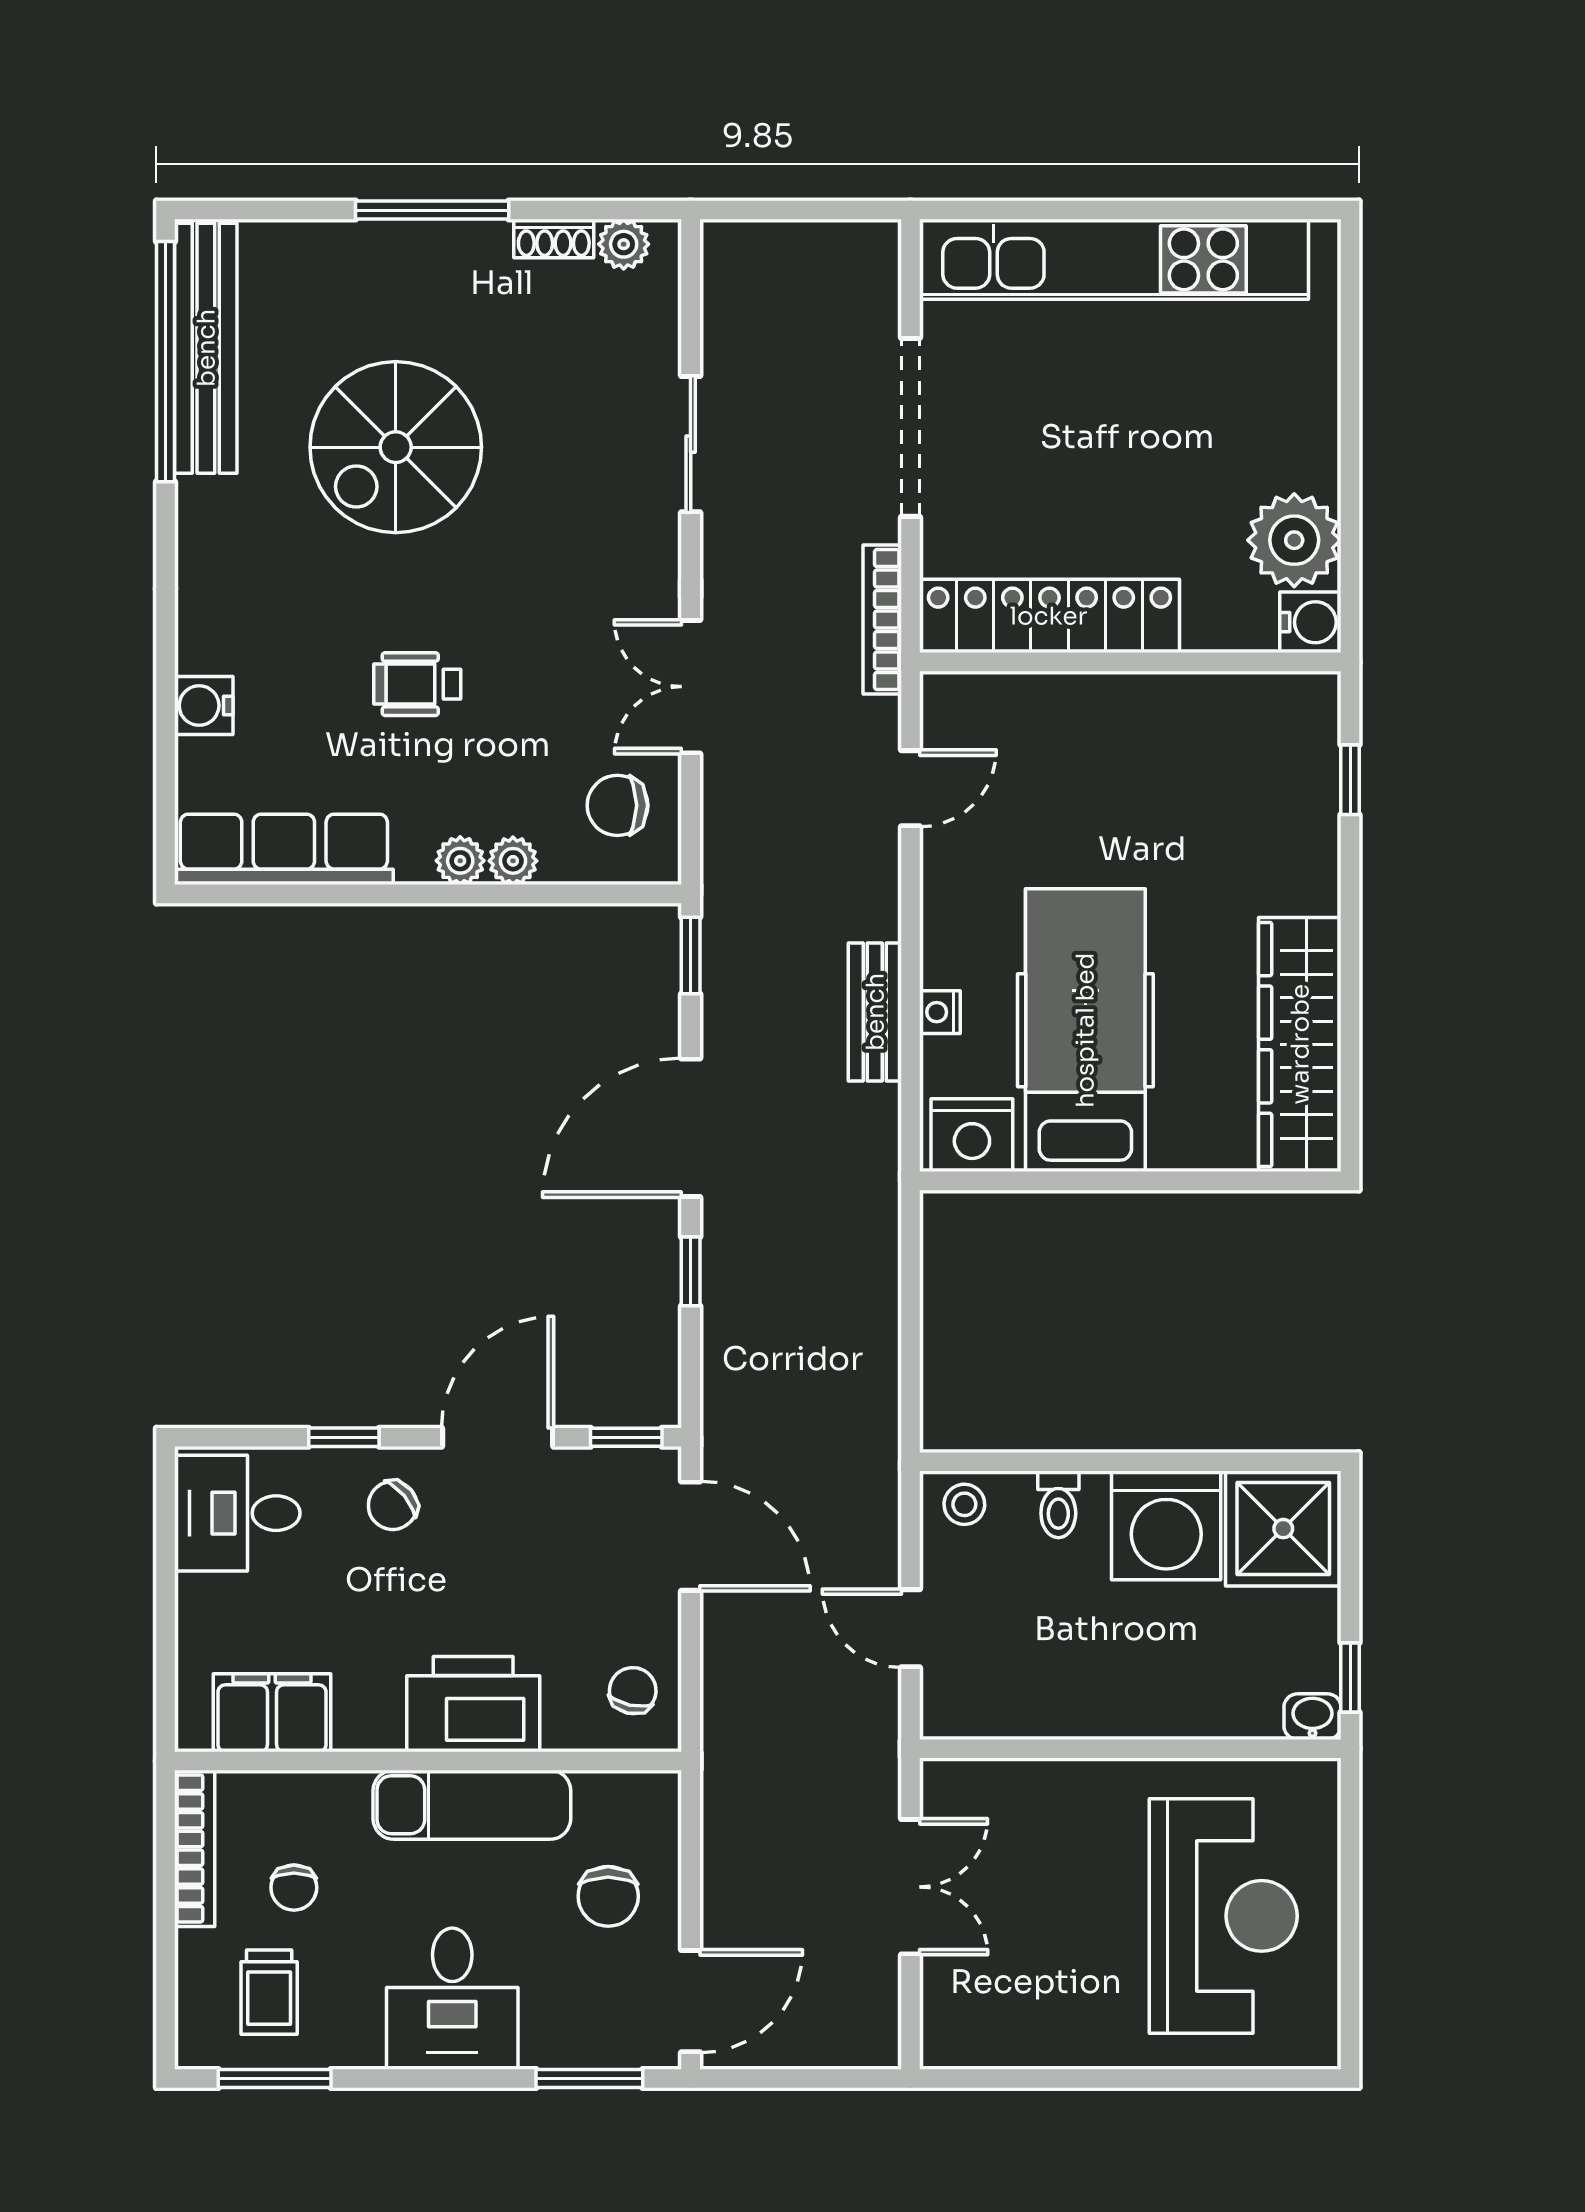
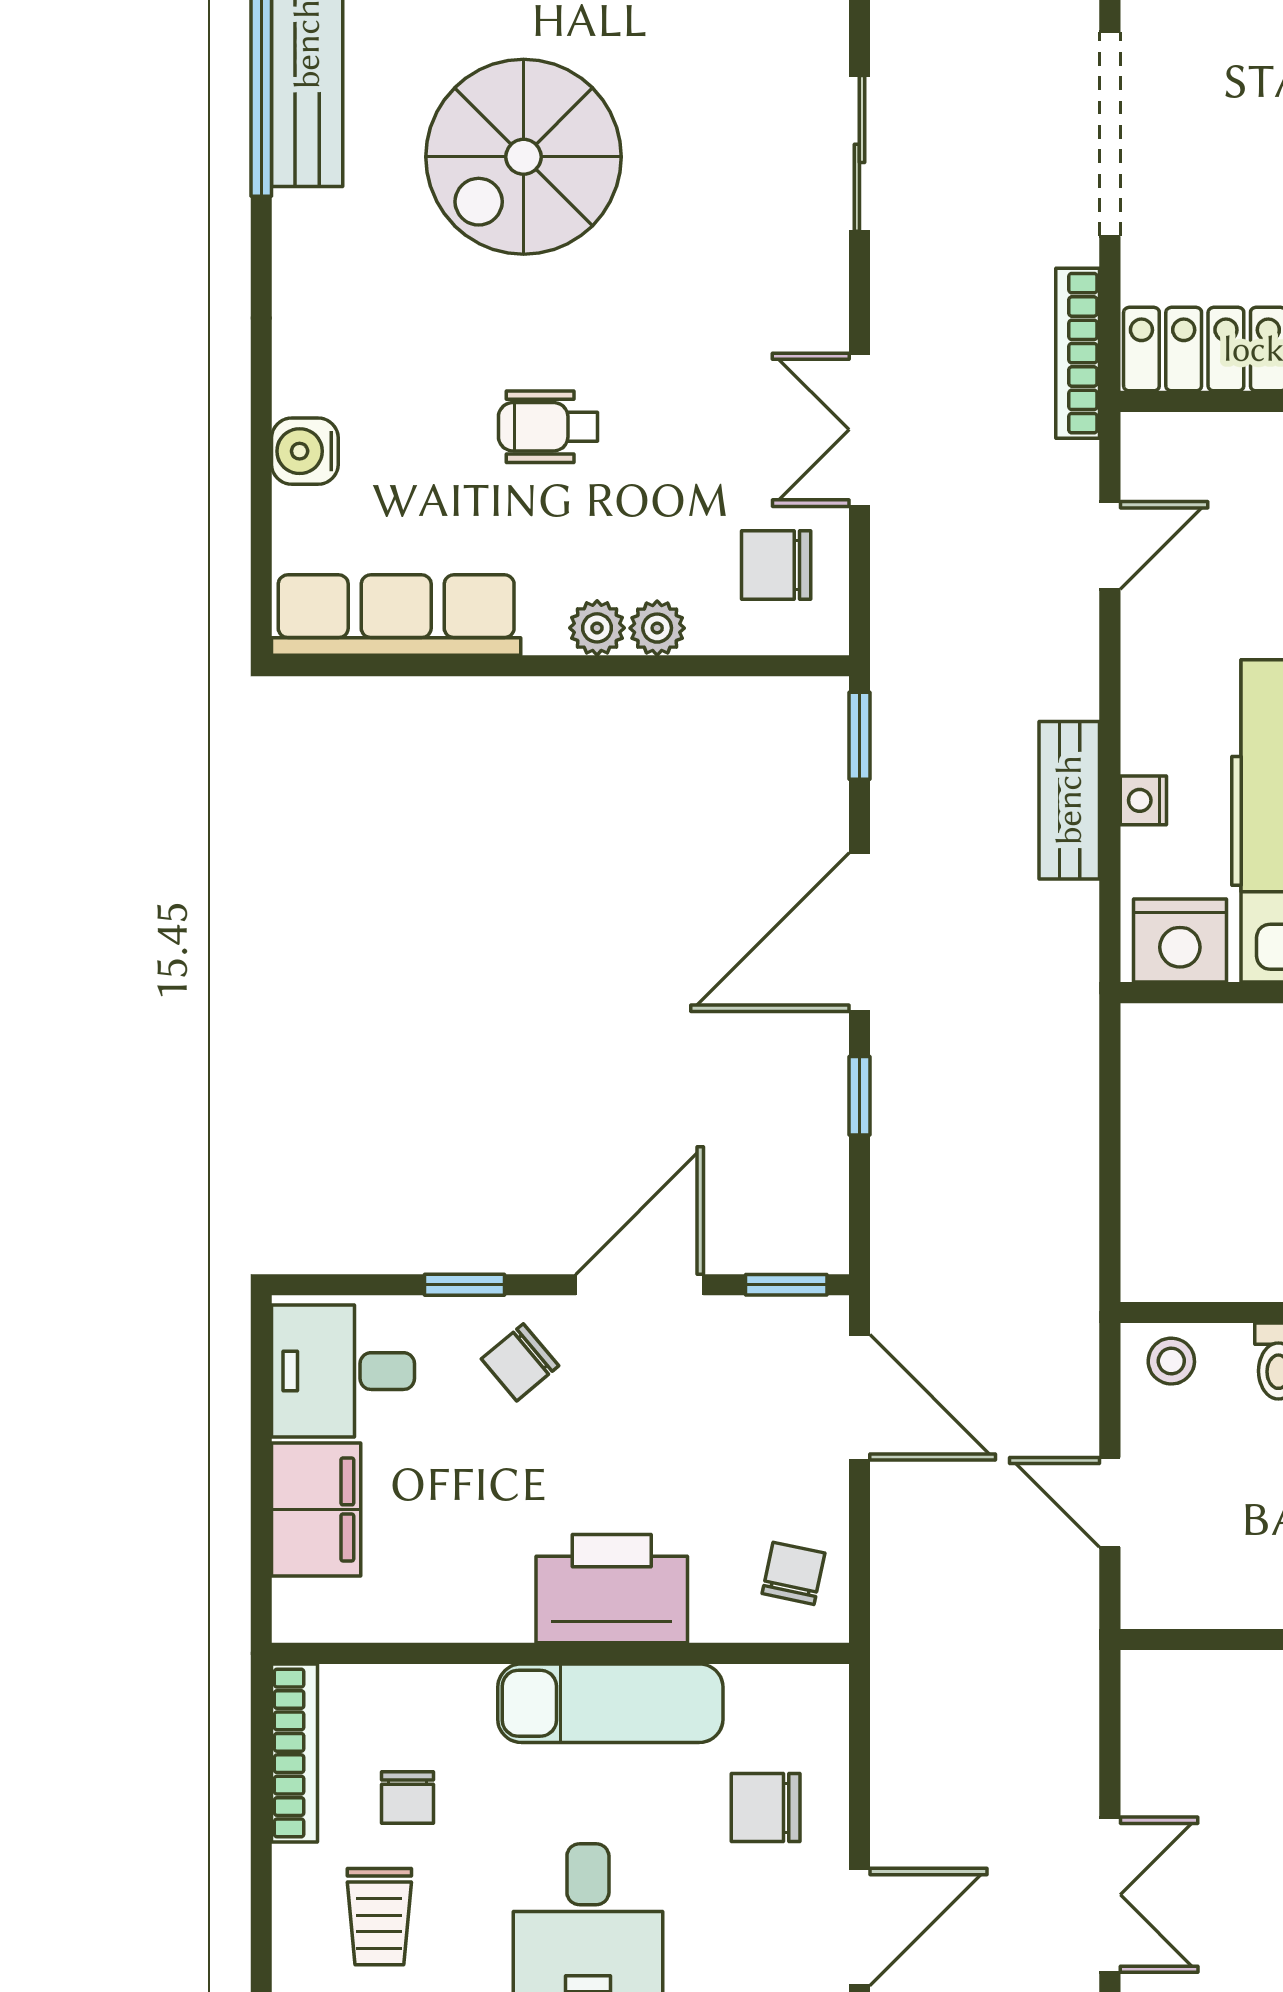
filing cabinet: (272, 1713) -> (316, 1509), moved, turned 90
double door: (910, 1887) -> (1110, 1895), moved
chair: (608, 1896) -> (766, 1808), turned 90

